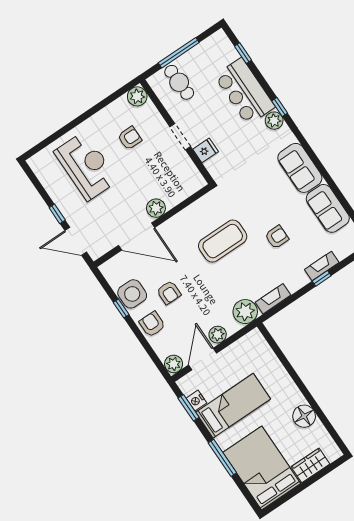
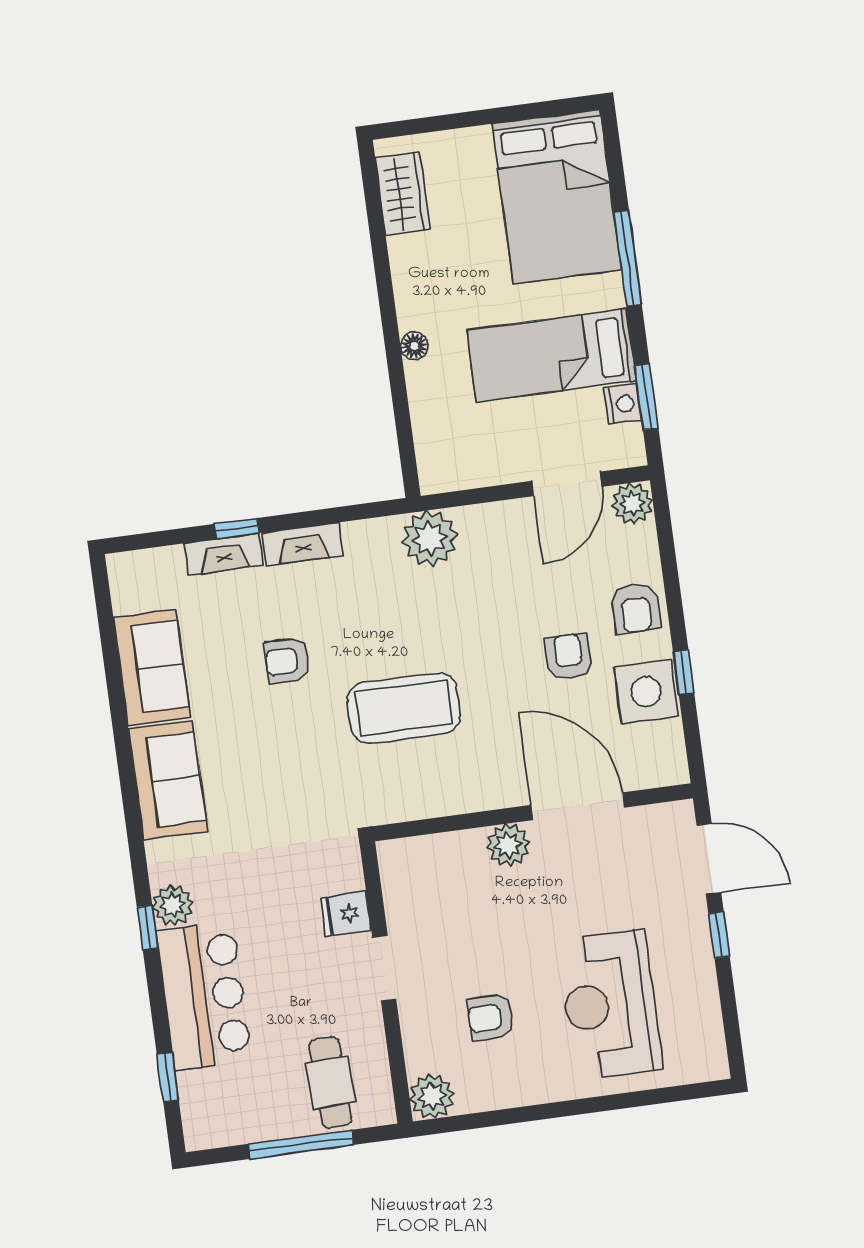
fireplace: (273, 299) -> (303, 544), moved
plant: (218, 335) -> (511, 519), removed
floor lamp: (304, 416) -> (414, 346), moved, width x0.53, depth x0.53
wardrobe: (310, 465) -> (403, 194), moved, turned -90

